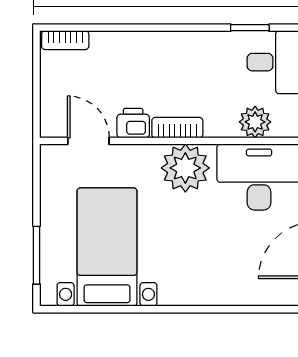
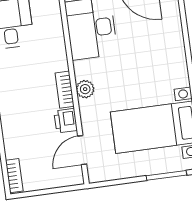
plant: (255, 122) -> (53, 36), removed
plant: (185, 168) -> (85, 89), width x0.53, depth x0.53

